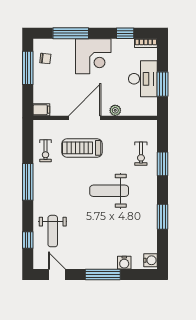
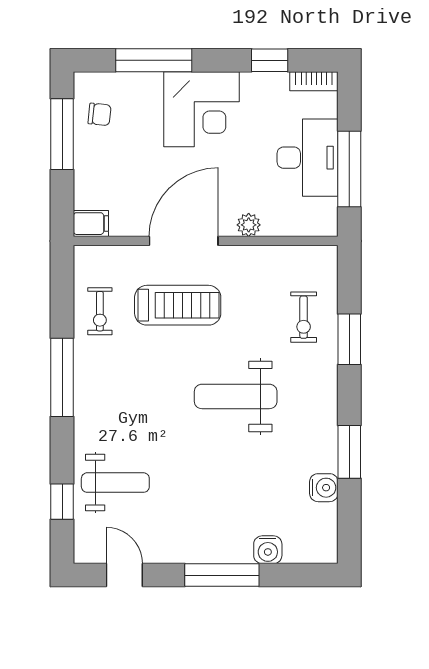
window: (162, 84) -> (349, 169), width x1.44
treadmill: (82, 148) -> (178, 305), turned 180
weight bench: (53, 231) -> (115, 483), turned -90
water cooler: (150, 260) -> (324, 488), moved

